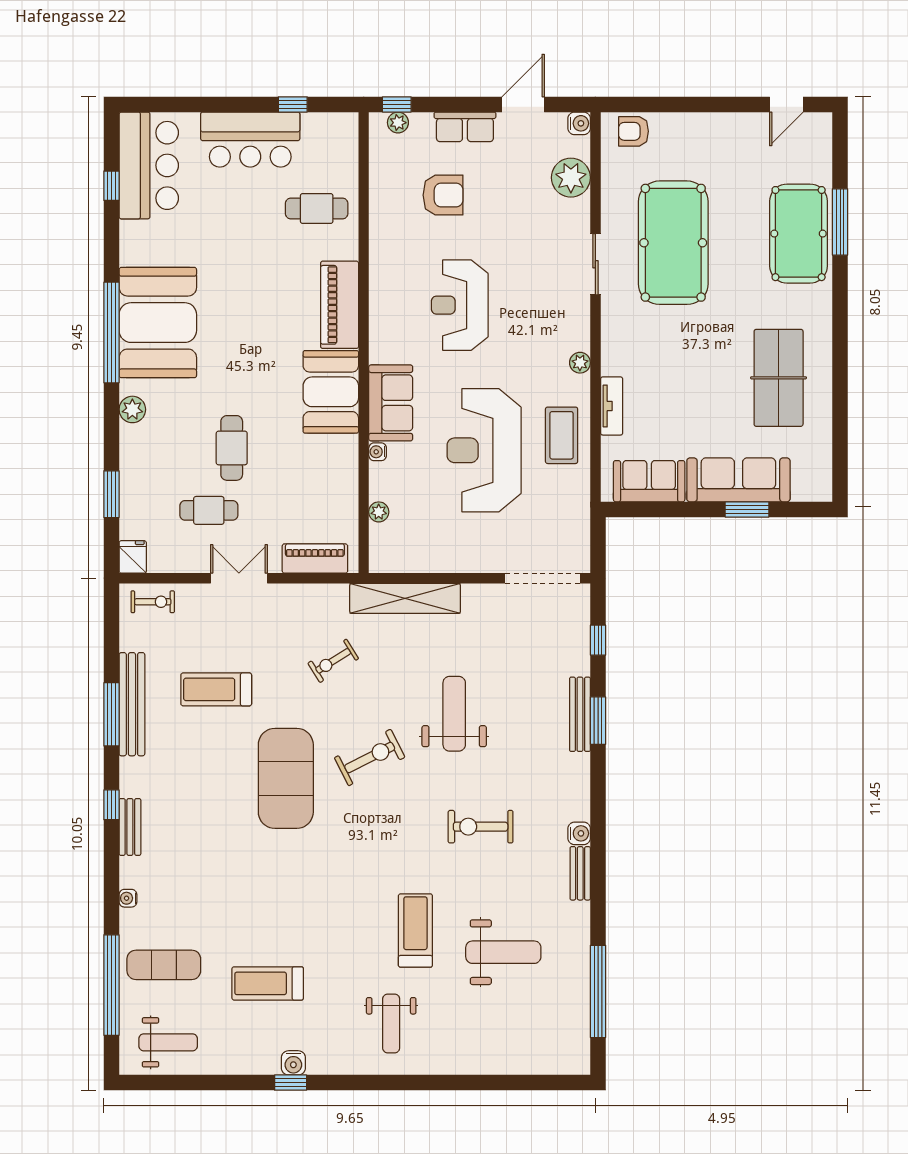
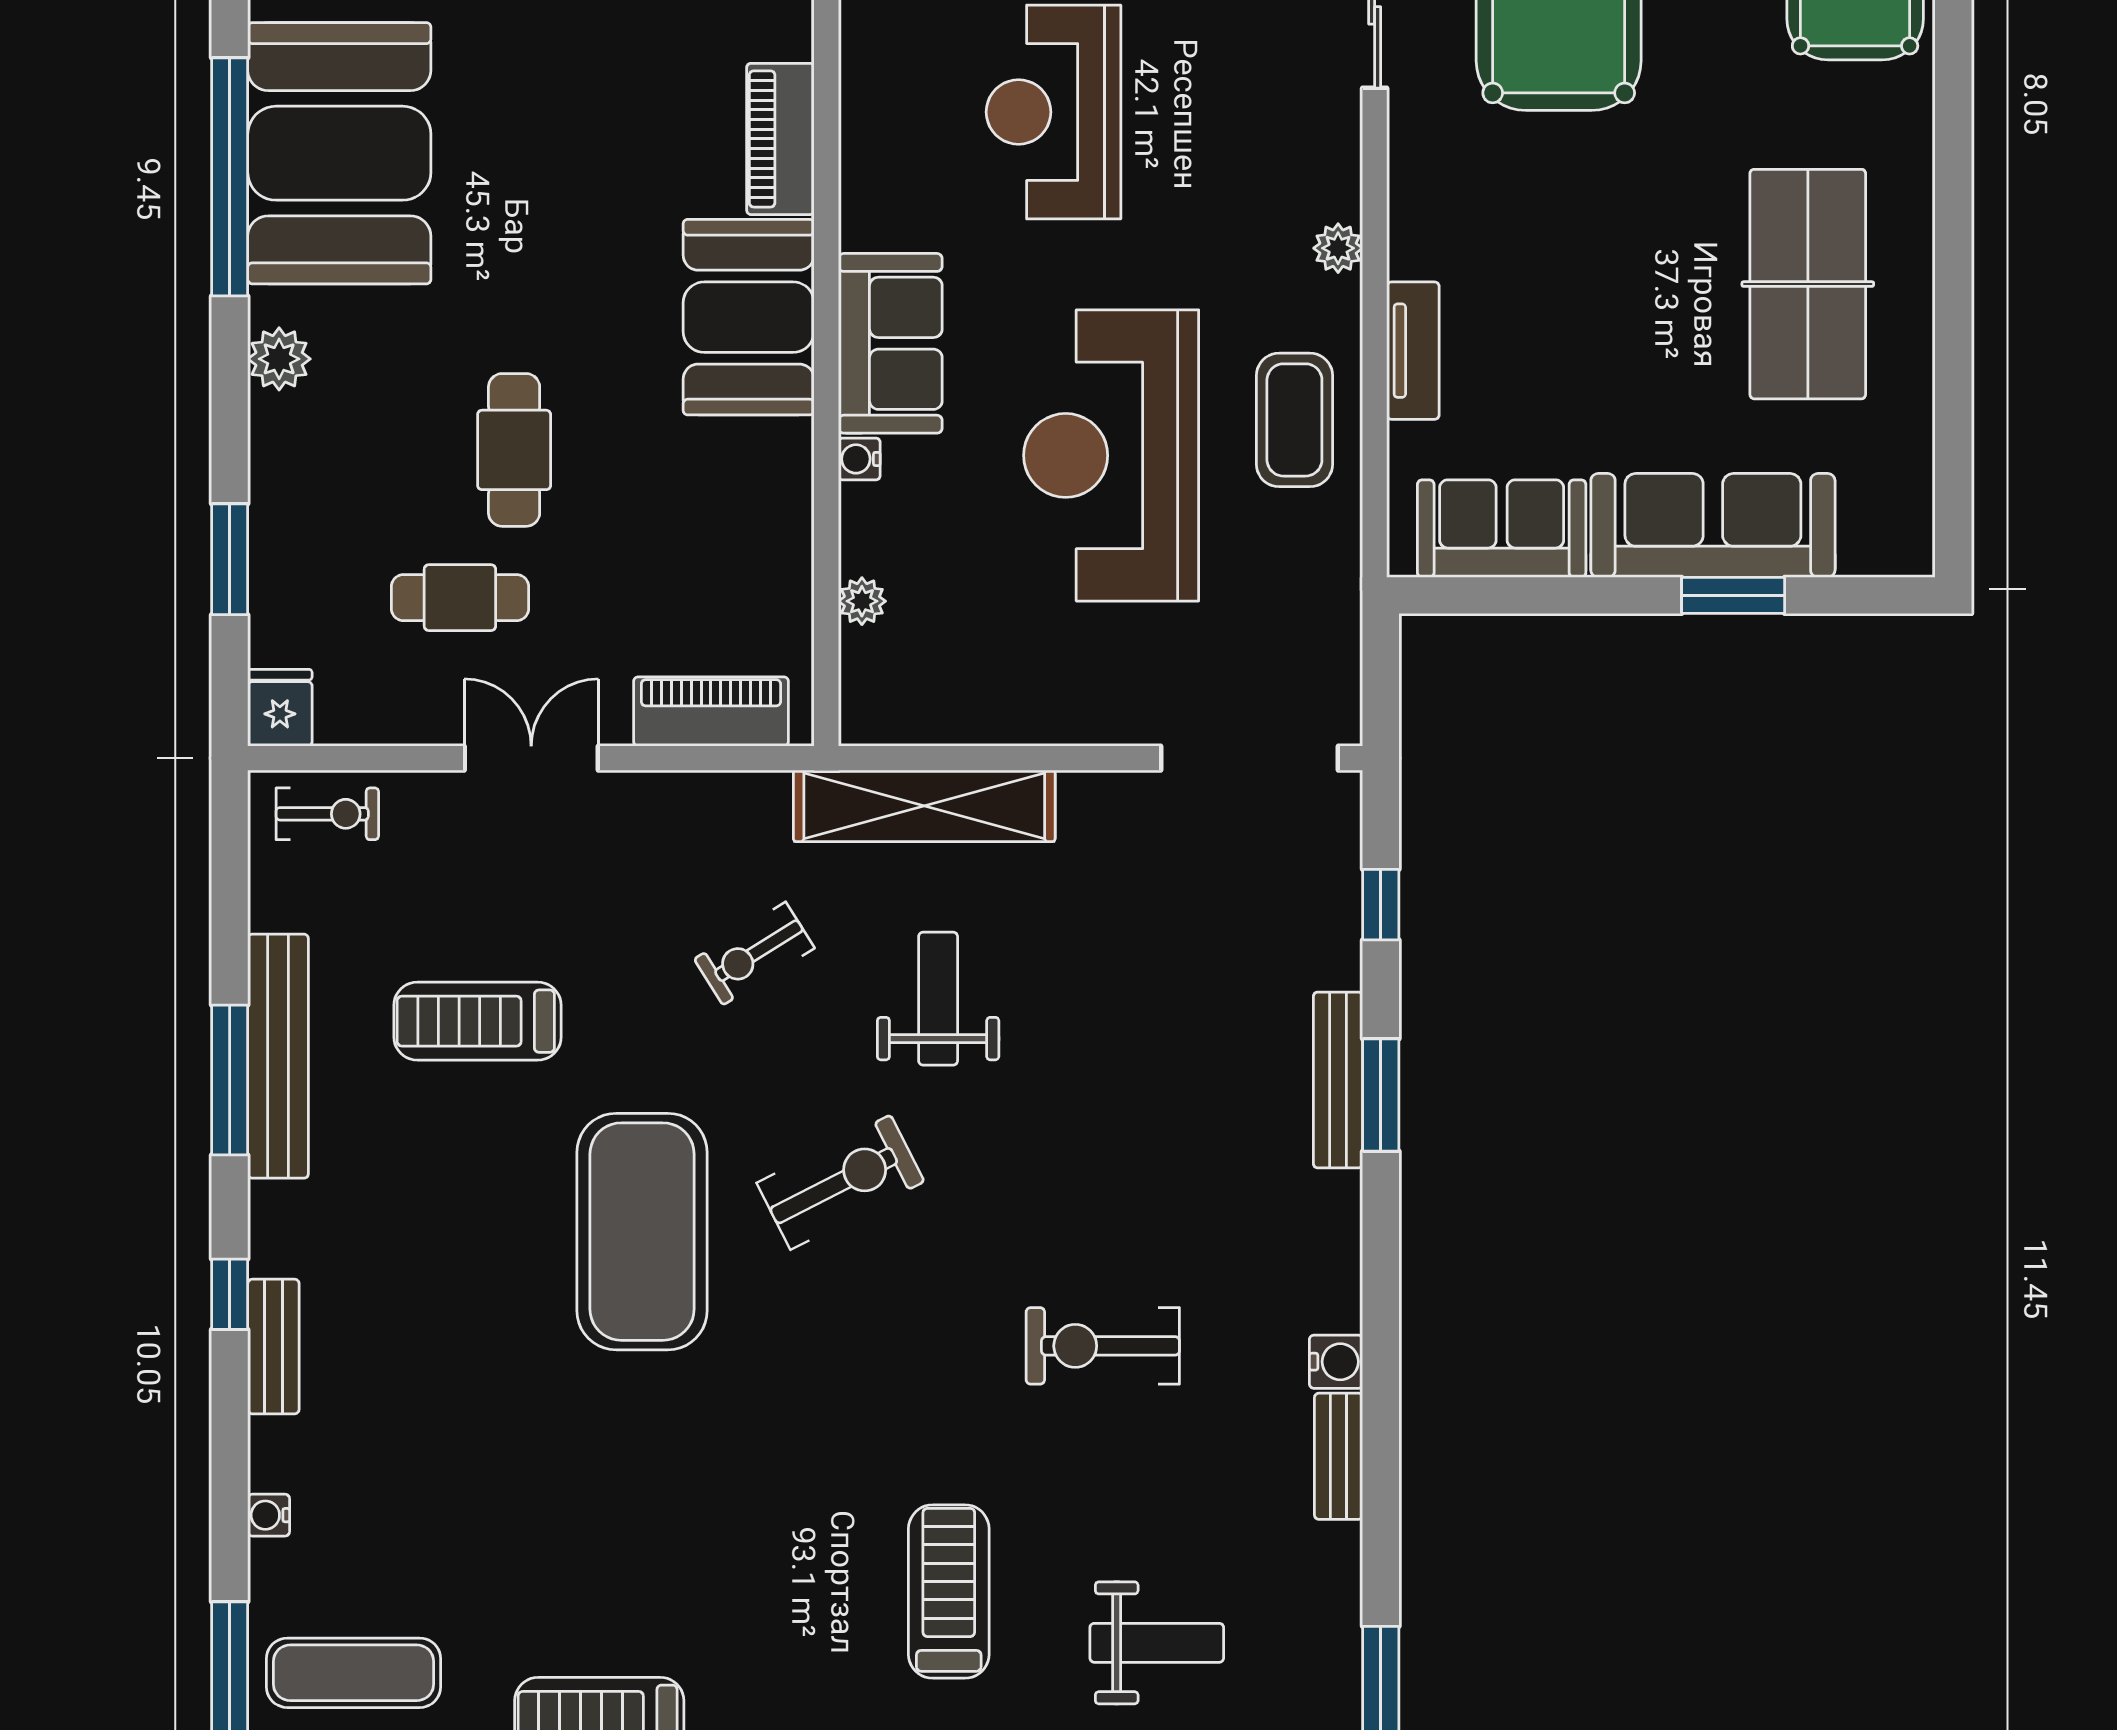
piano: (340, 305) -> (780, 139), width x0.73, depth x0.75
weight bench: (454, 714) -> (938, 999), moved, width x0.73, depth x0.75
weight bench: (503, 952) -> (1157, 1643), width x0.73, depth x0.75

